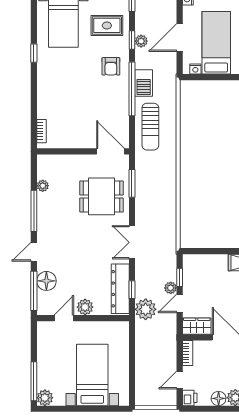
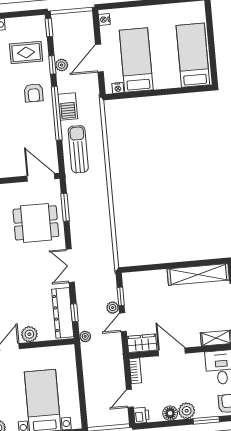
sun lounger: (150, 127) -> (78, 149), turned 180
plant: (146, 309) -> (85, 336), width x0.53, depth x0.53

